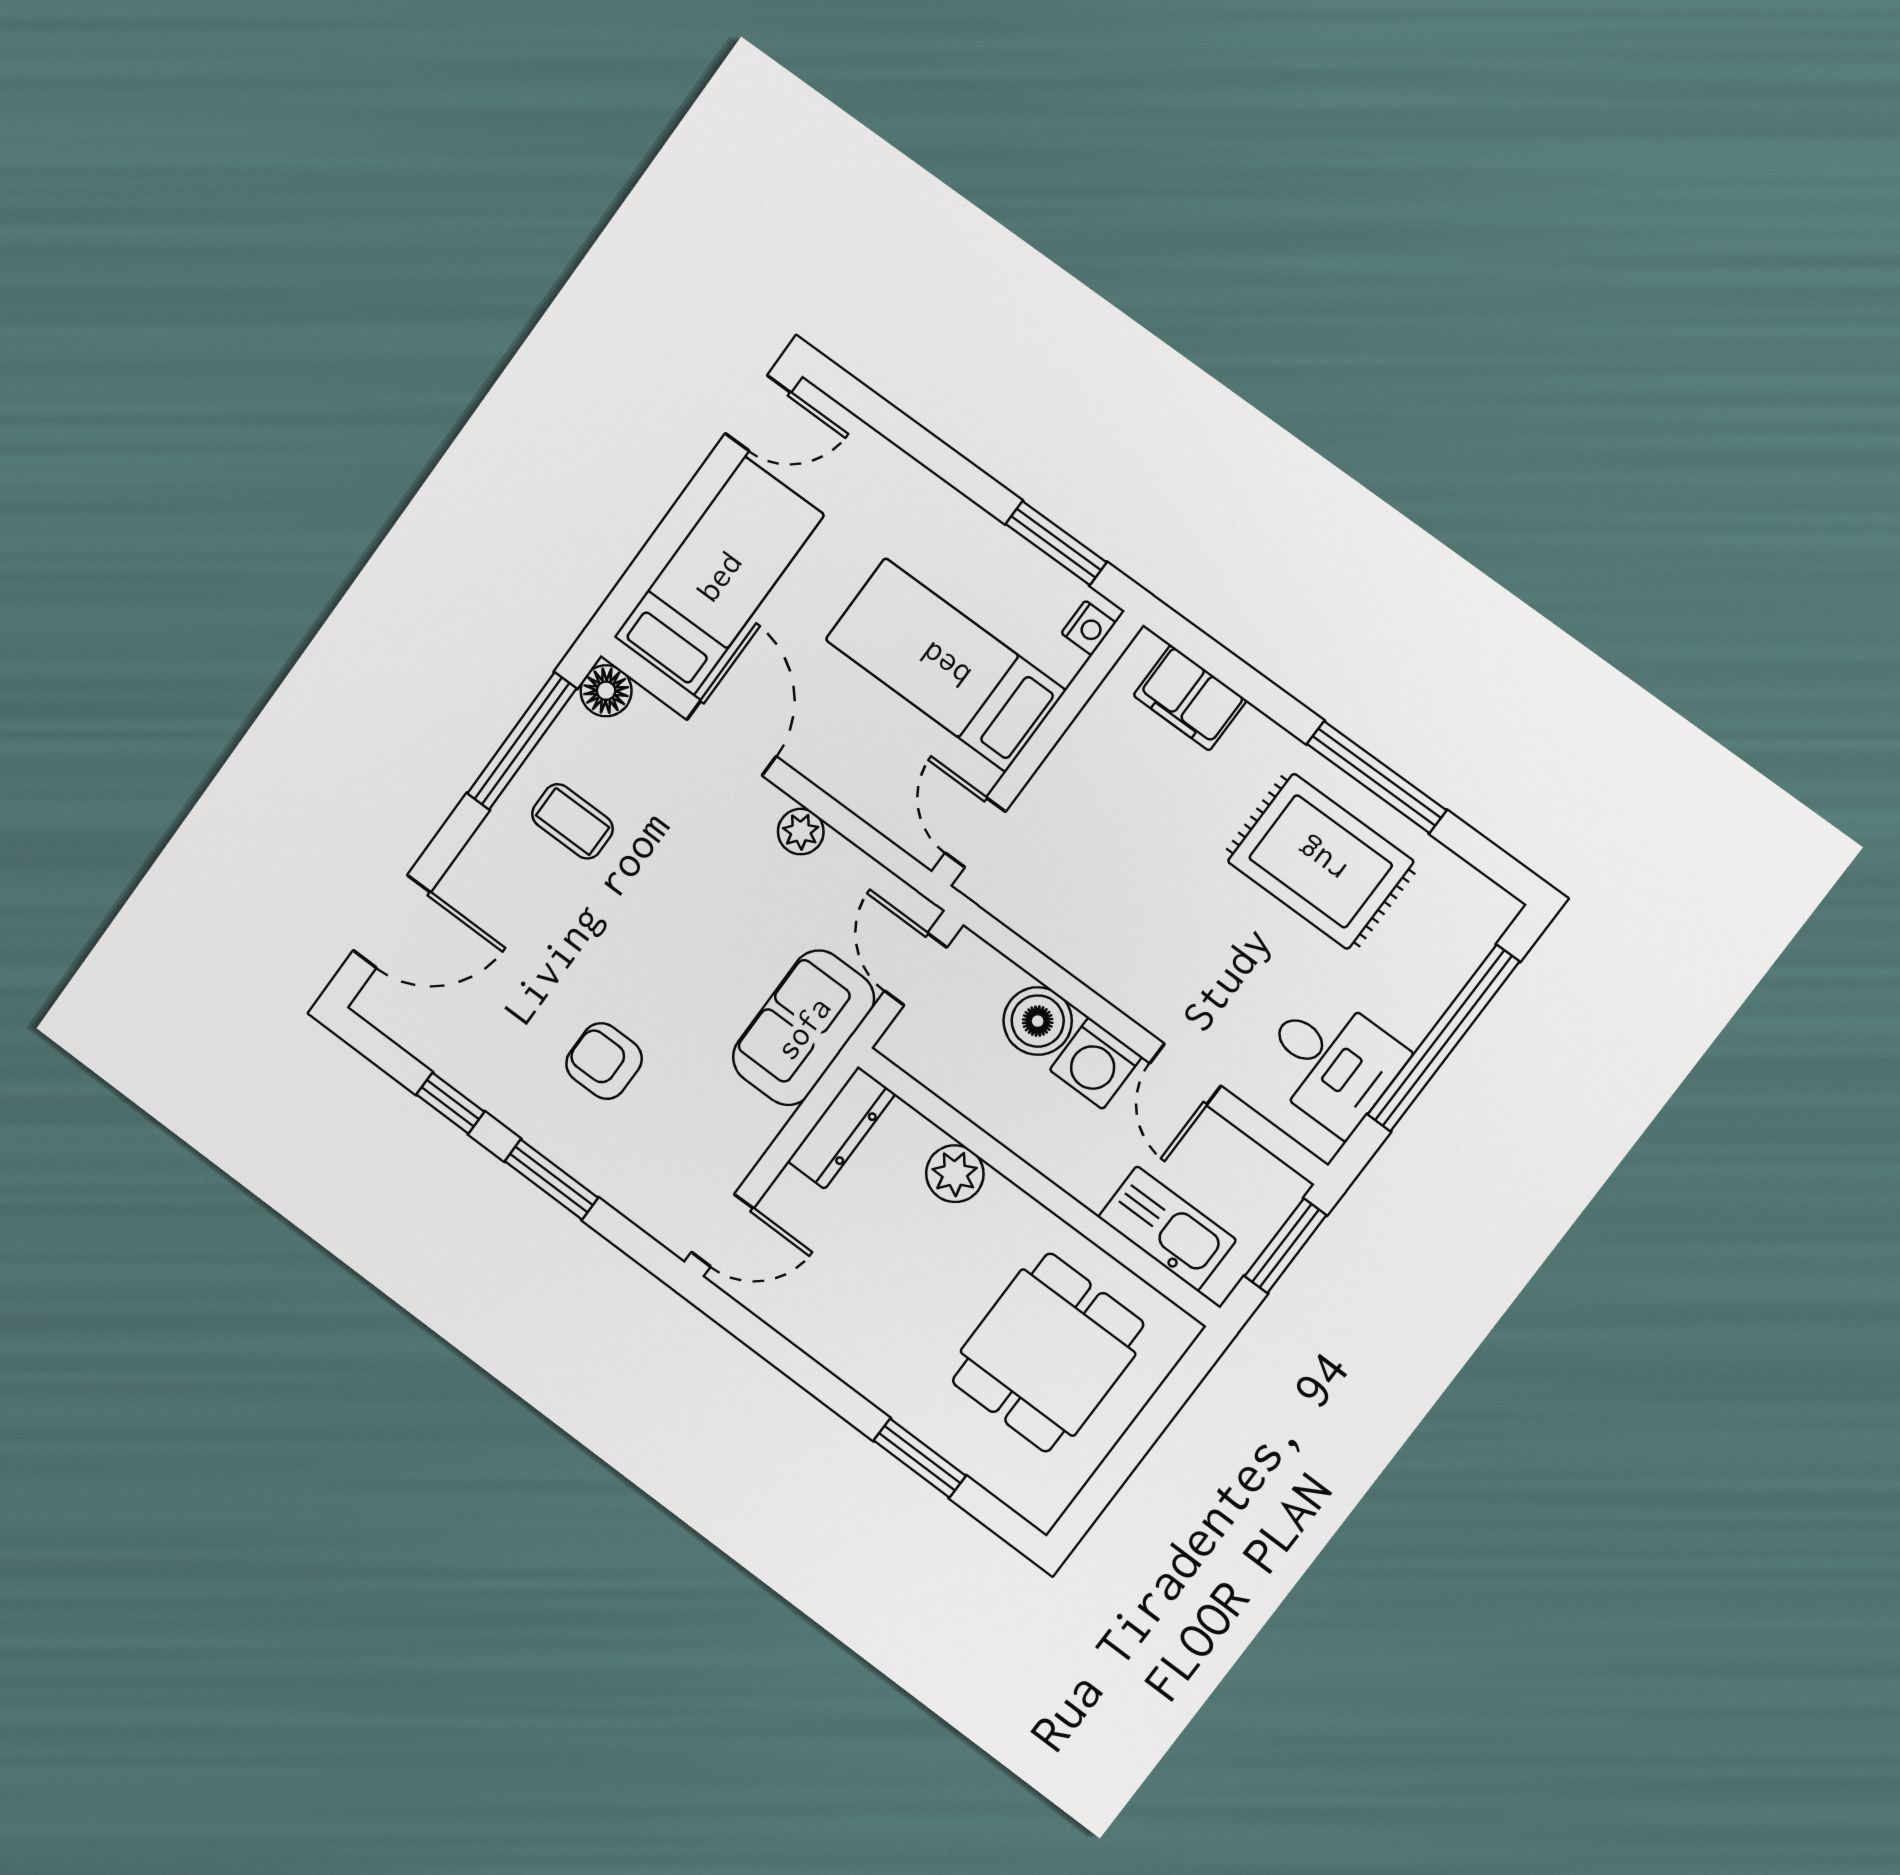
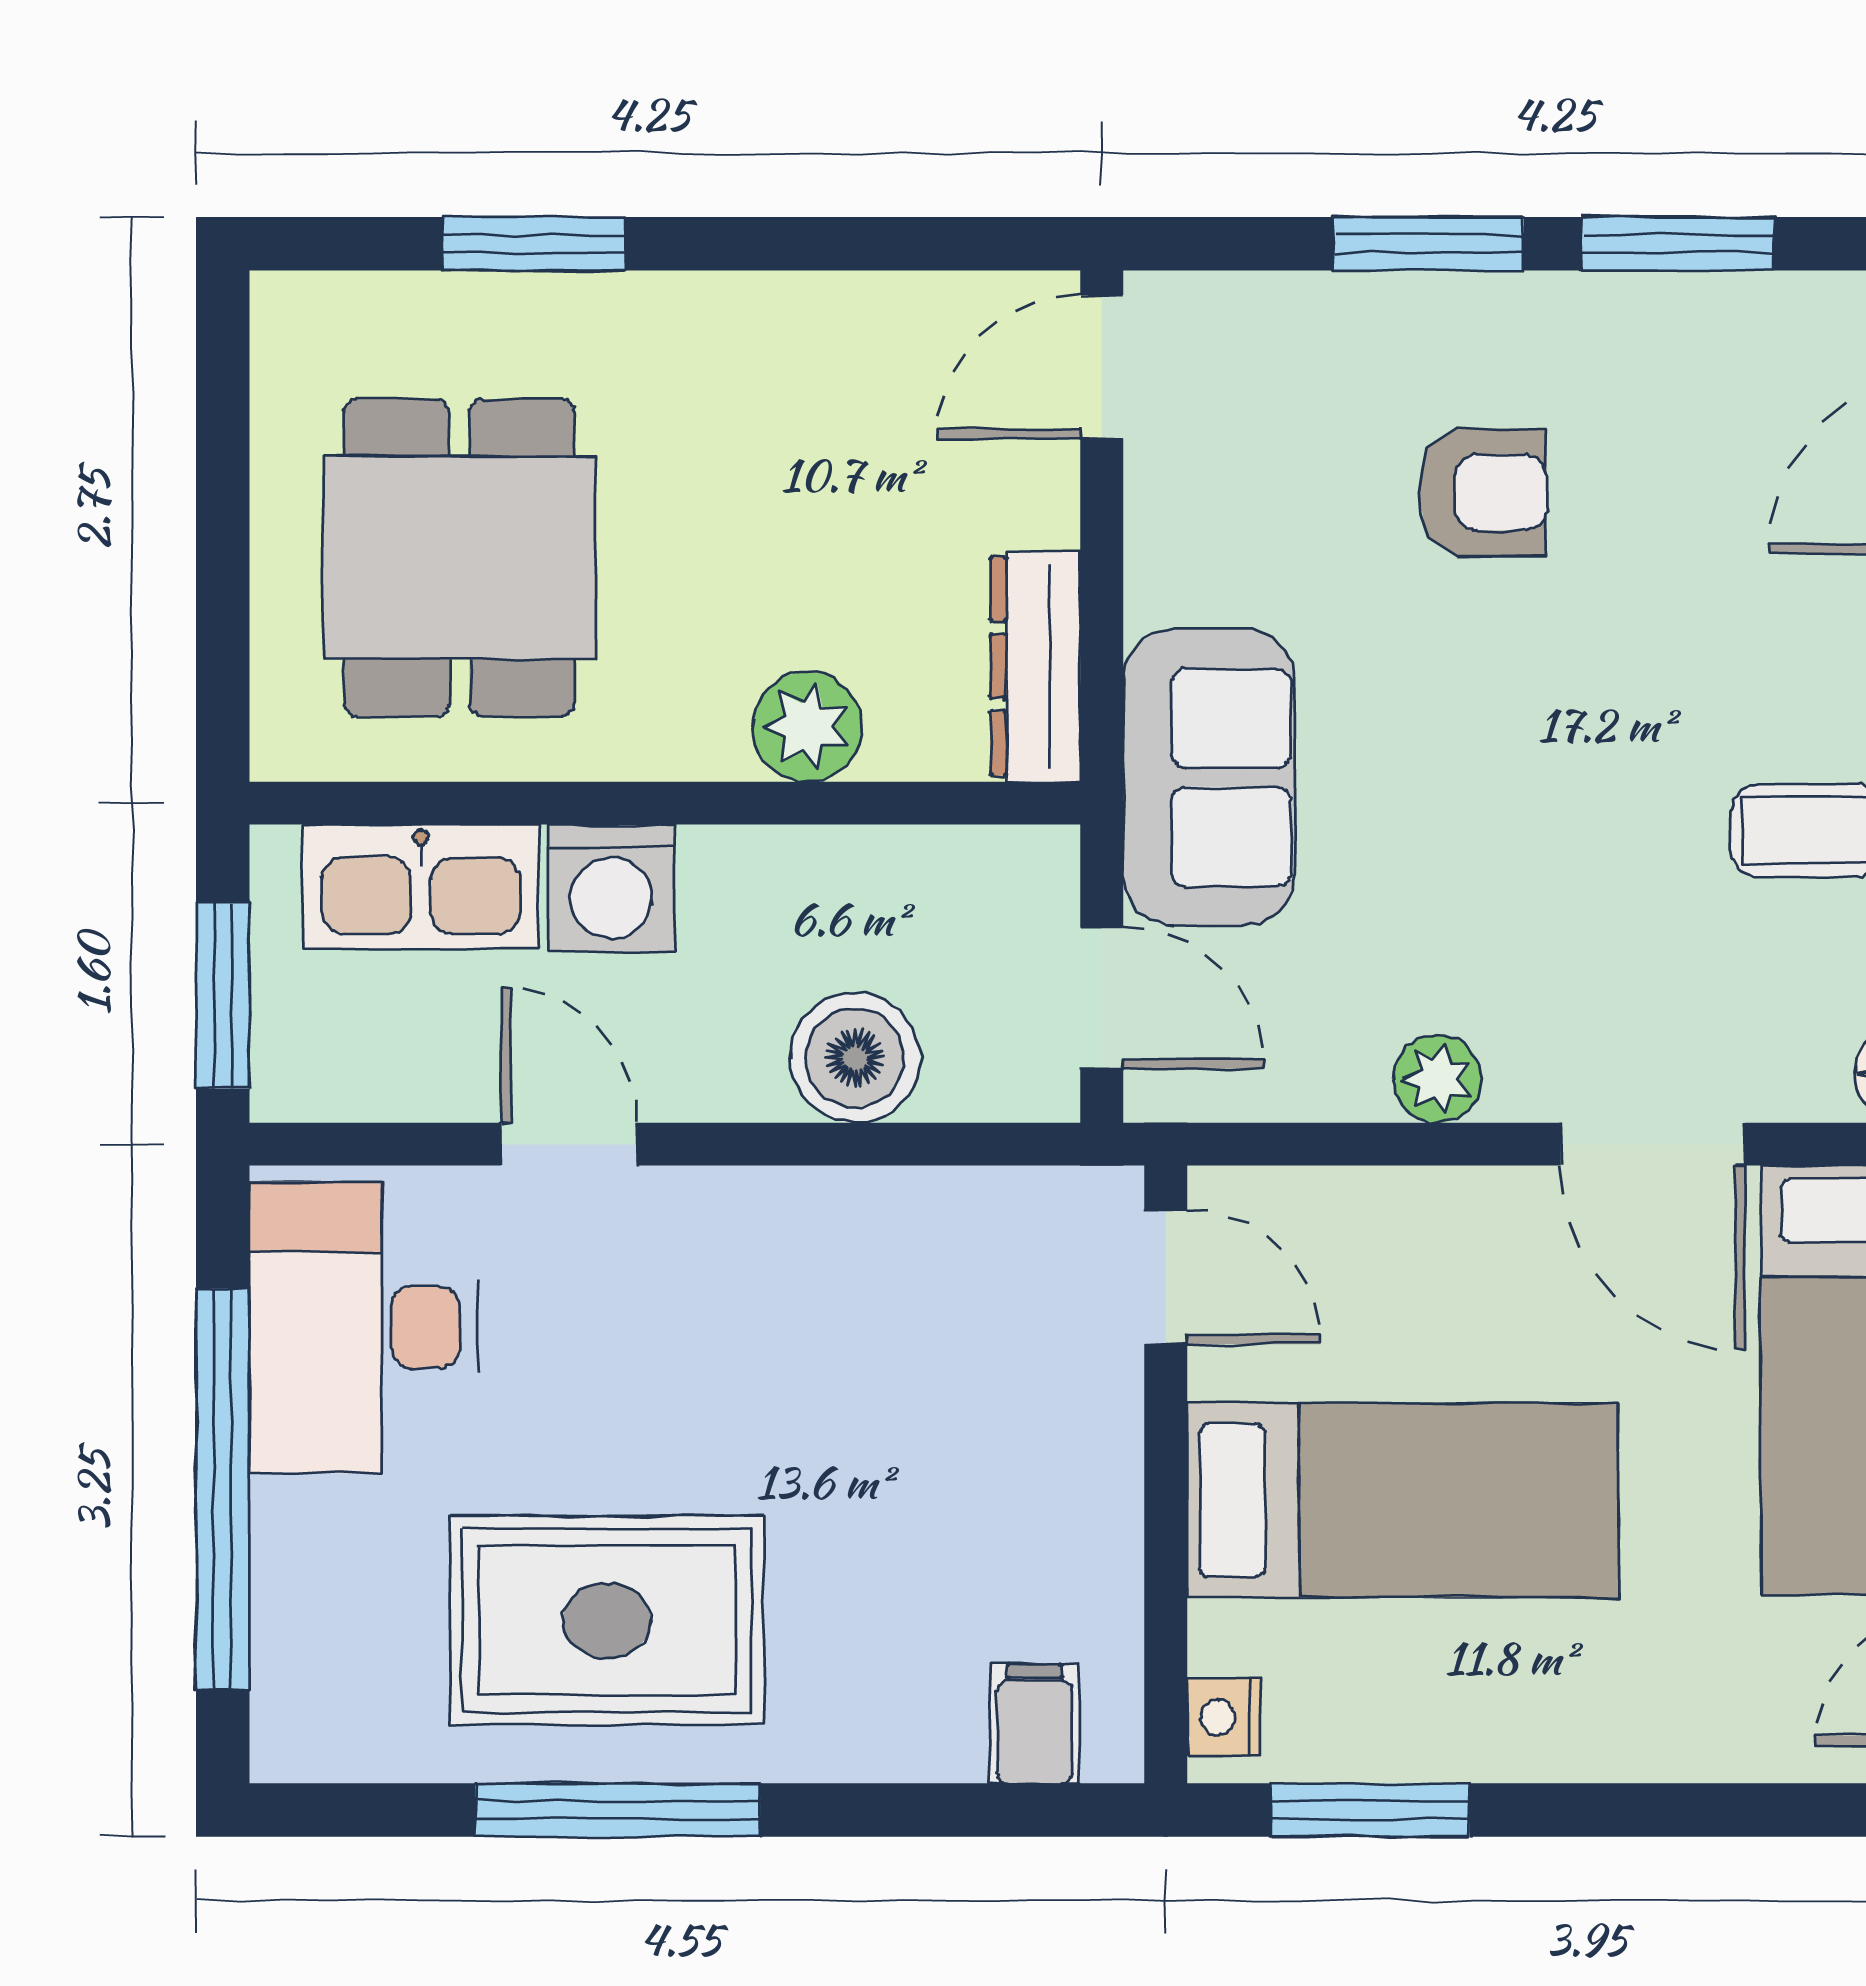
filing cabinet: (1190, 698) -> (1034, 1724), width x0.50
desk: (1331, 1062) -> (364, 1328), width x1.37
washing machine: (1096, 1063) -> (611, 888), moved, turned 180
window: (450, 1103) -> (1678, 244), width x1.50

